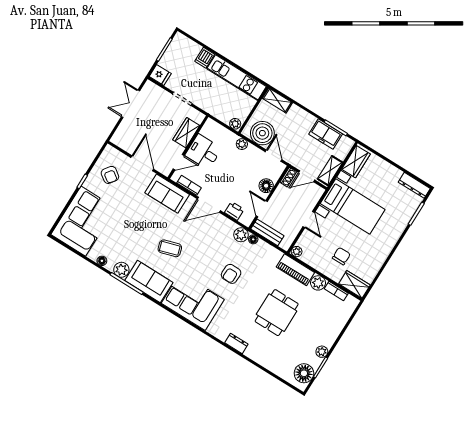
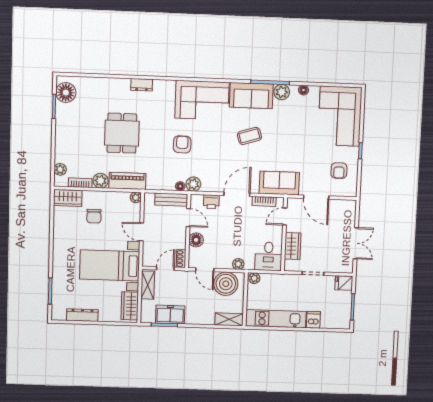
desk: (203, 152) -> (268, 256), moved, turned 90
armchair: (110, 175) -> (339, 171), turned -126
dresser: (414, 185) -> (82, 315), moved
plant: (322, 352) -> (60, 169), moved

